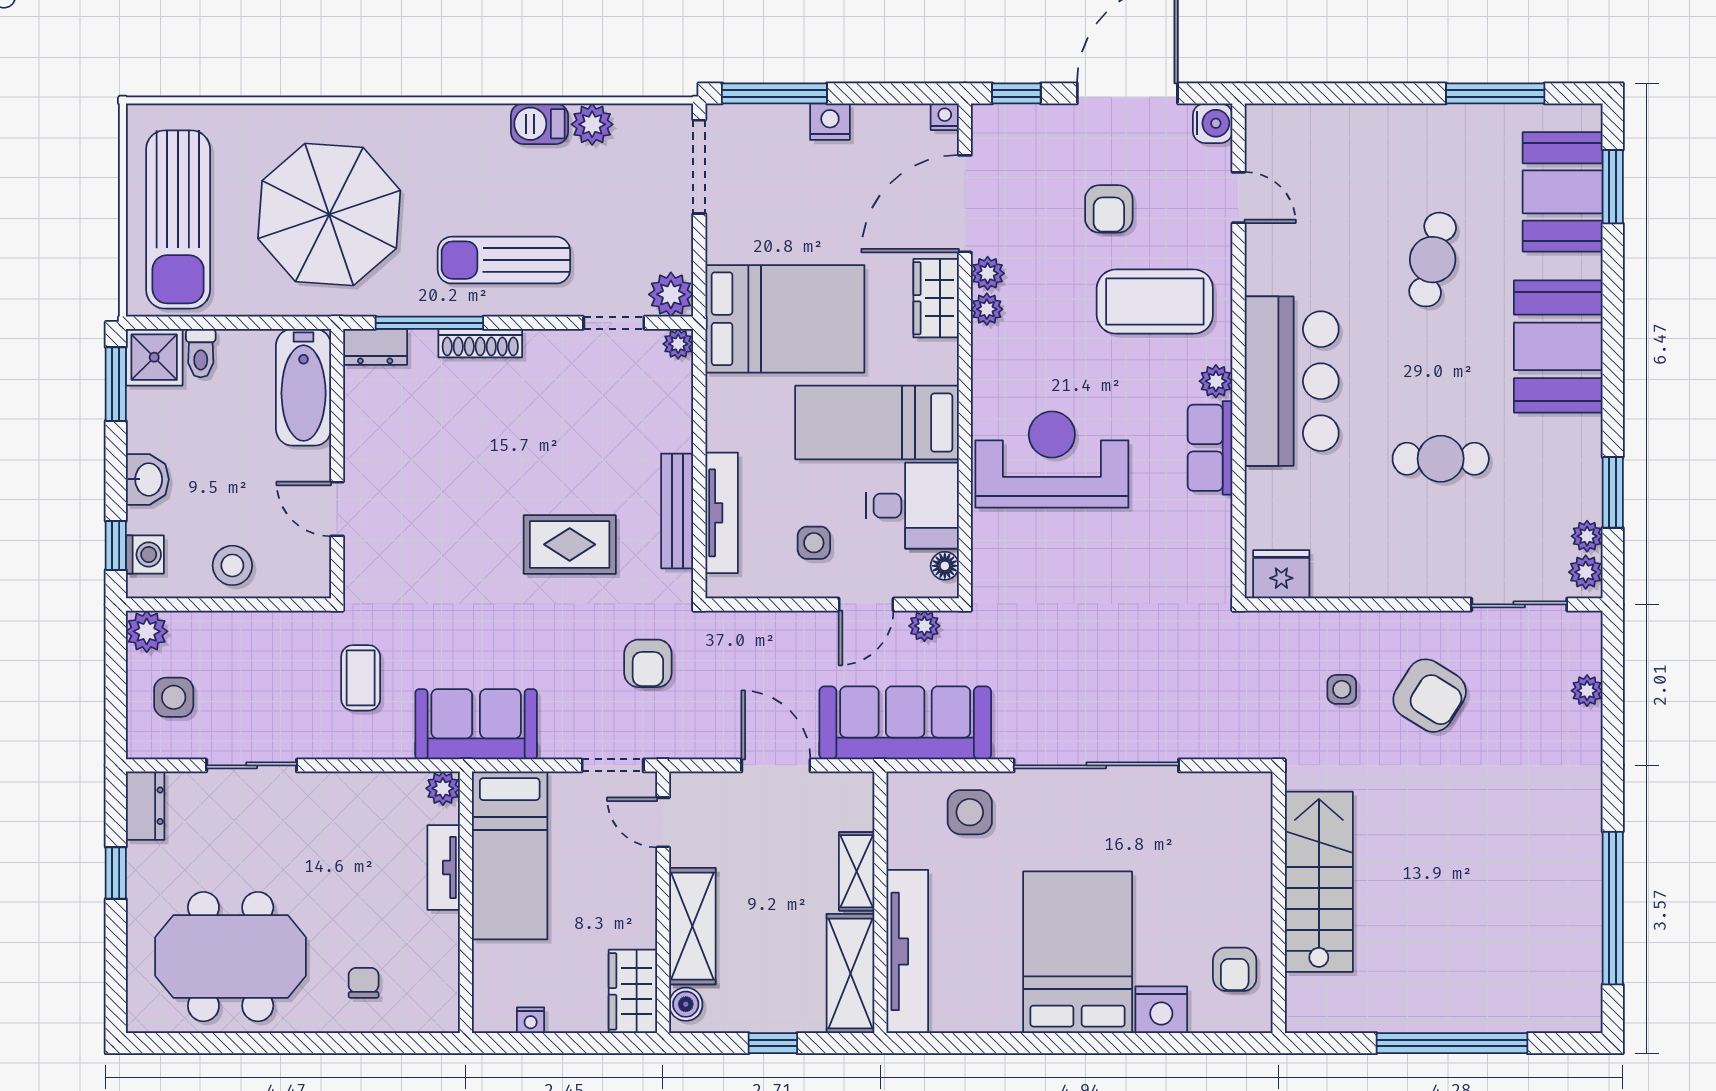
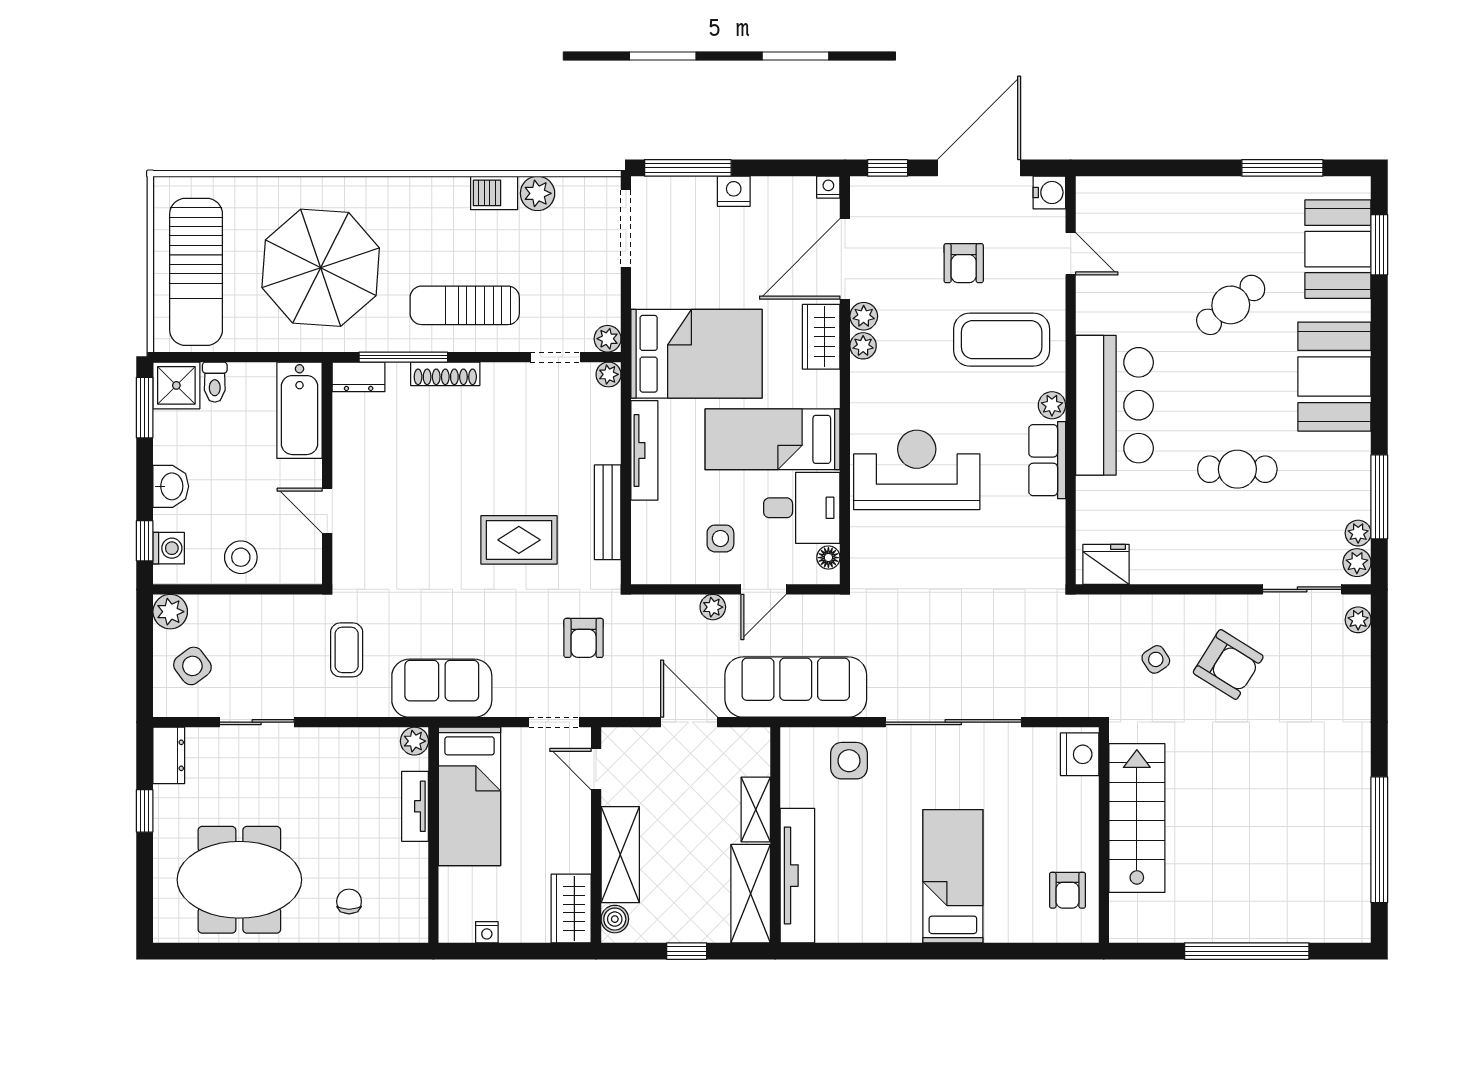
cafe table: (1433, 260) -> (1231, 305), turned 39
plant: (671, 294) -> (608, 339), width x0.73, depth x0.73
window: (1613, 492) -> (1379, 497), width x1.44
tv unit: (722, 513) -> (644, 450), moved
plant: (924, 626) -> (713, 607), moved
side table: (1342, 689) -> (1156, 659), turned -33
plant: (1587, 691) -> (1358, 620), moved
side table: (174, 697) -> (192, 666), turned -37
bed: (1078, 952) -> (953, 876), width x0.67
nightstand: (1161, 1010) -> (1080, 754), moved, turned -90

